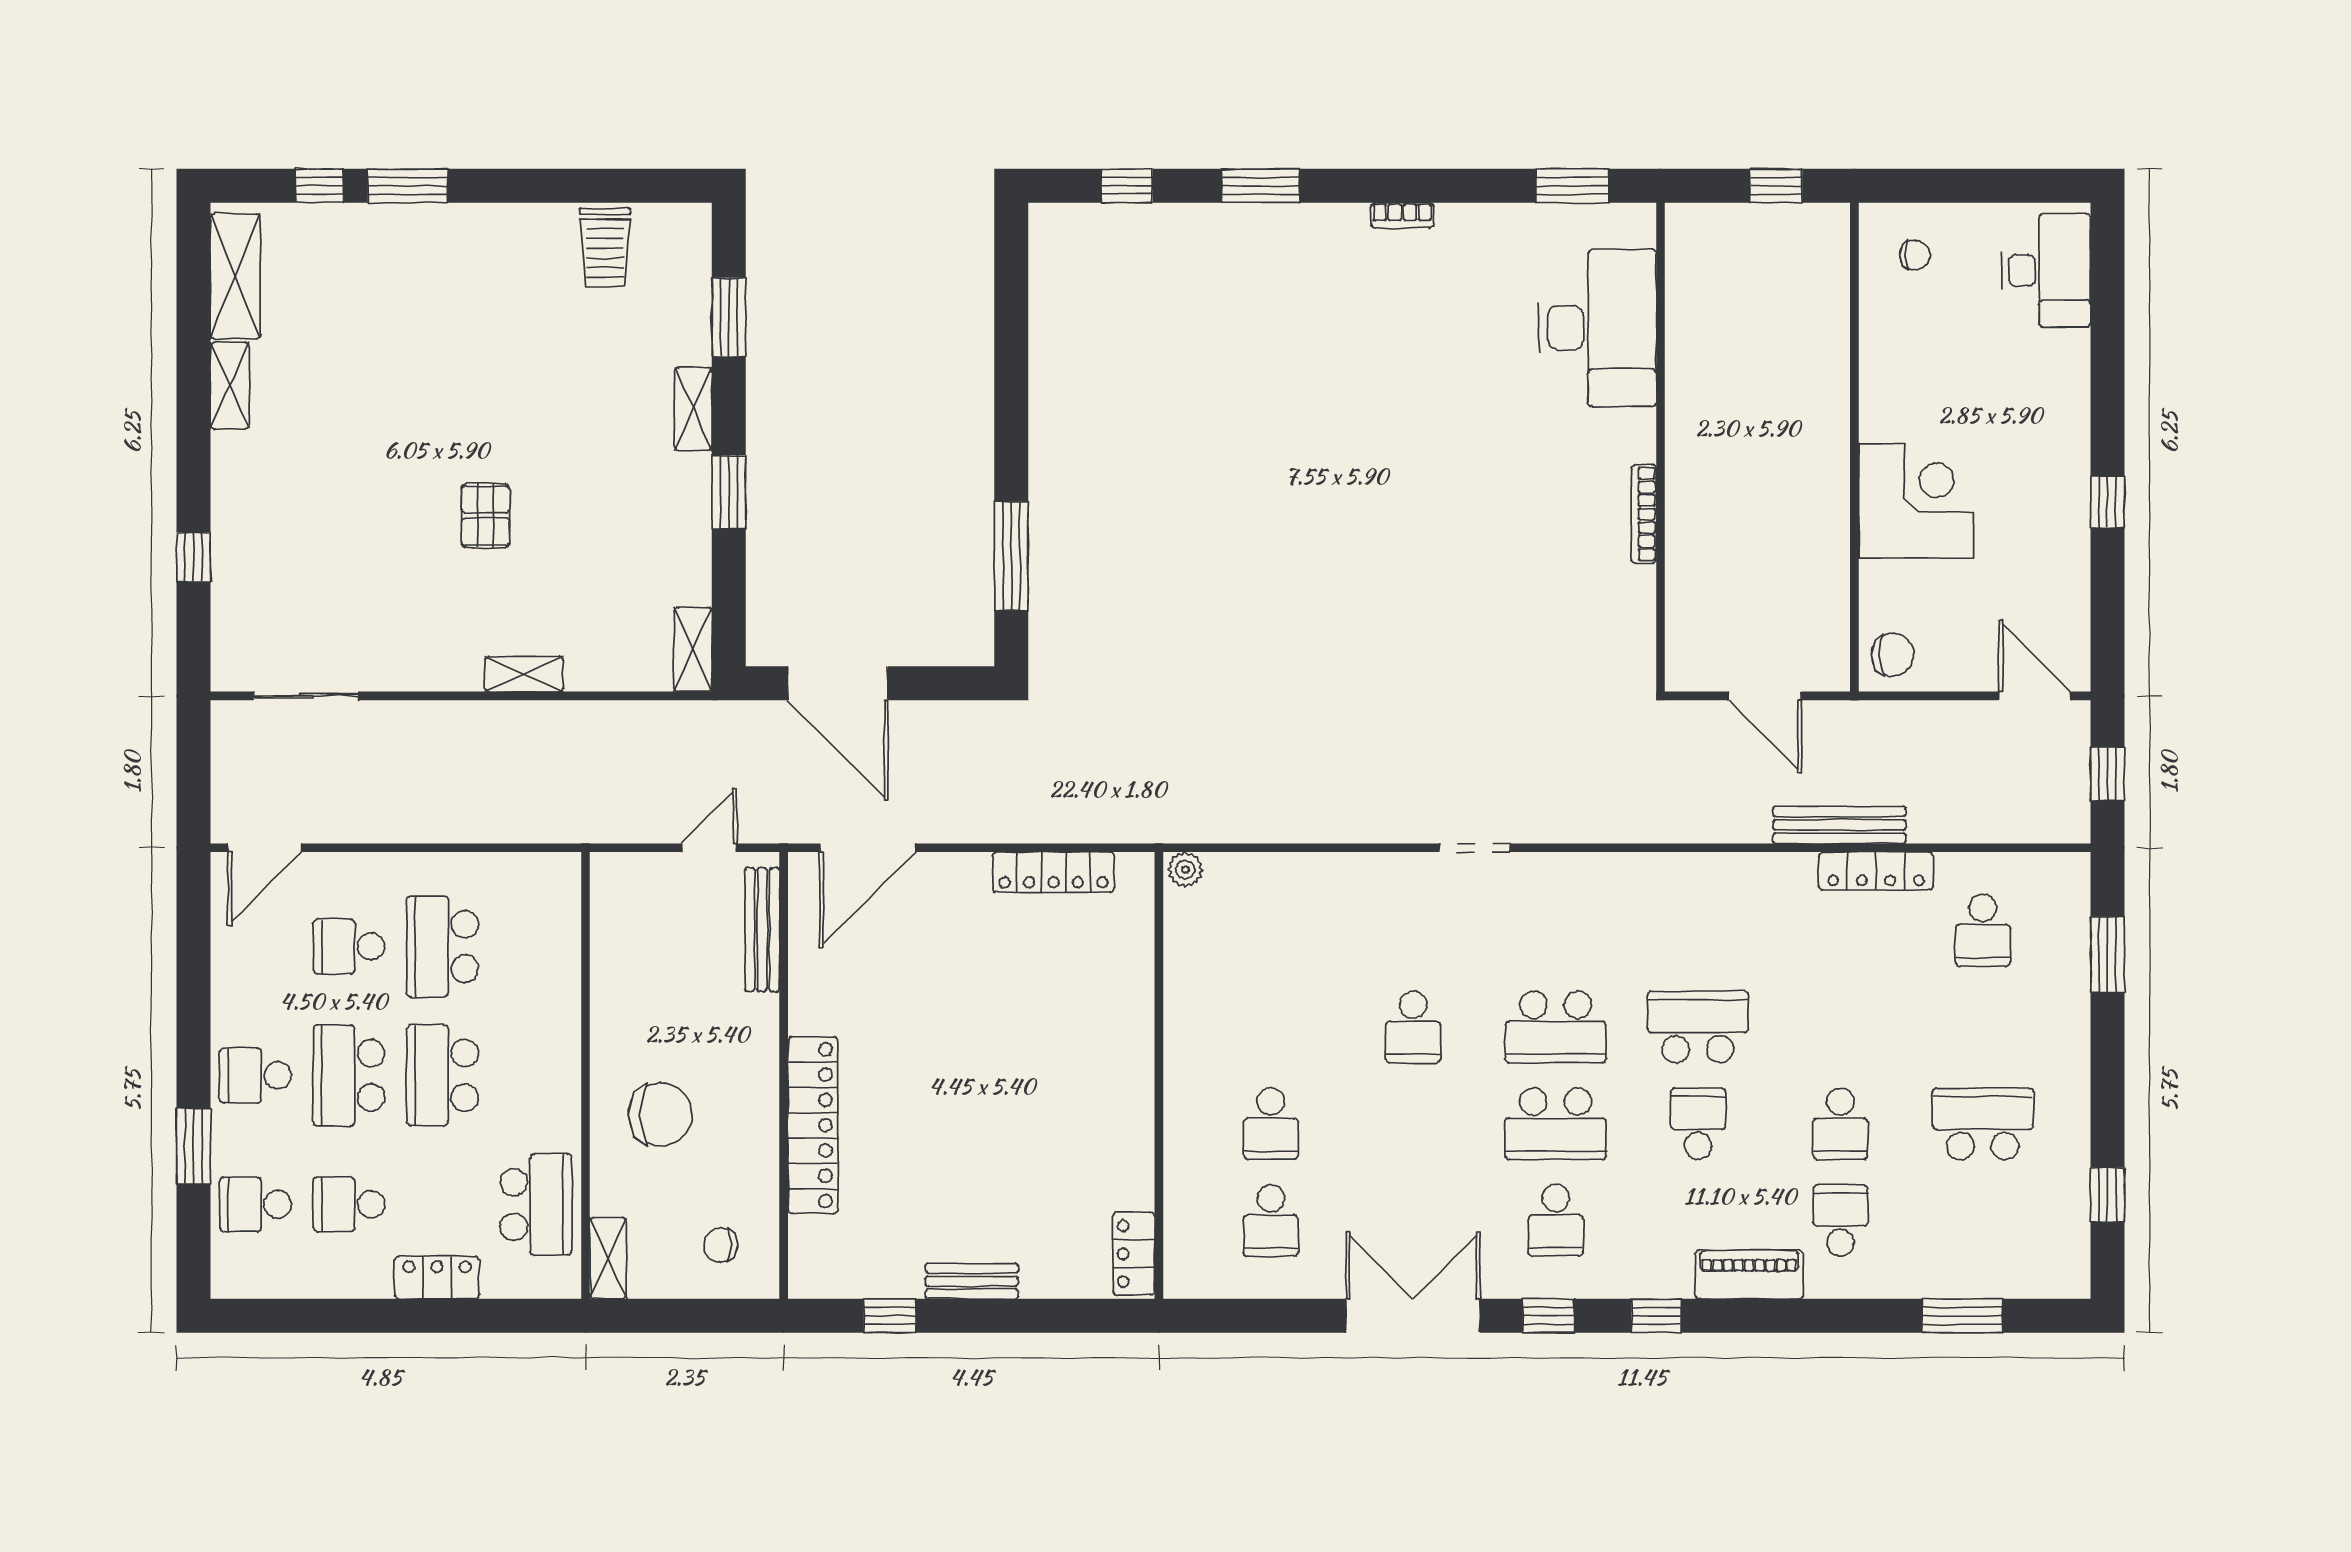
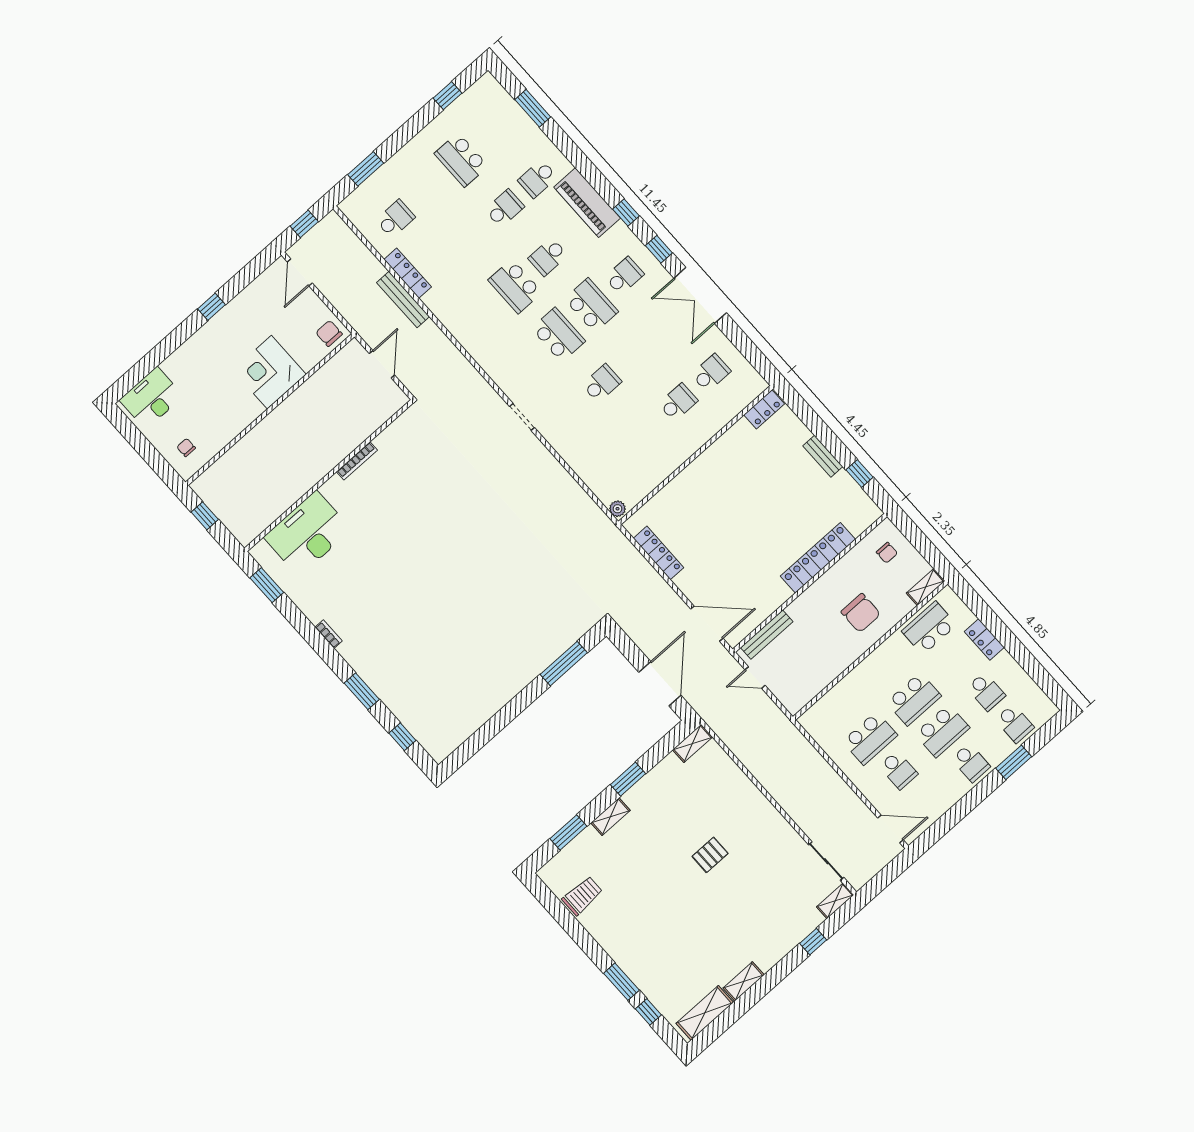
shelving: (524, 674) -> (835, 901), moved, turned 90
chair: (660, 1114) -> (861, 613), turned 180
piano: (1749, 1275) -> (587, 203), width x1.37, depth x1.33

